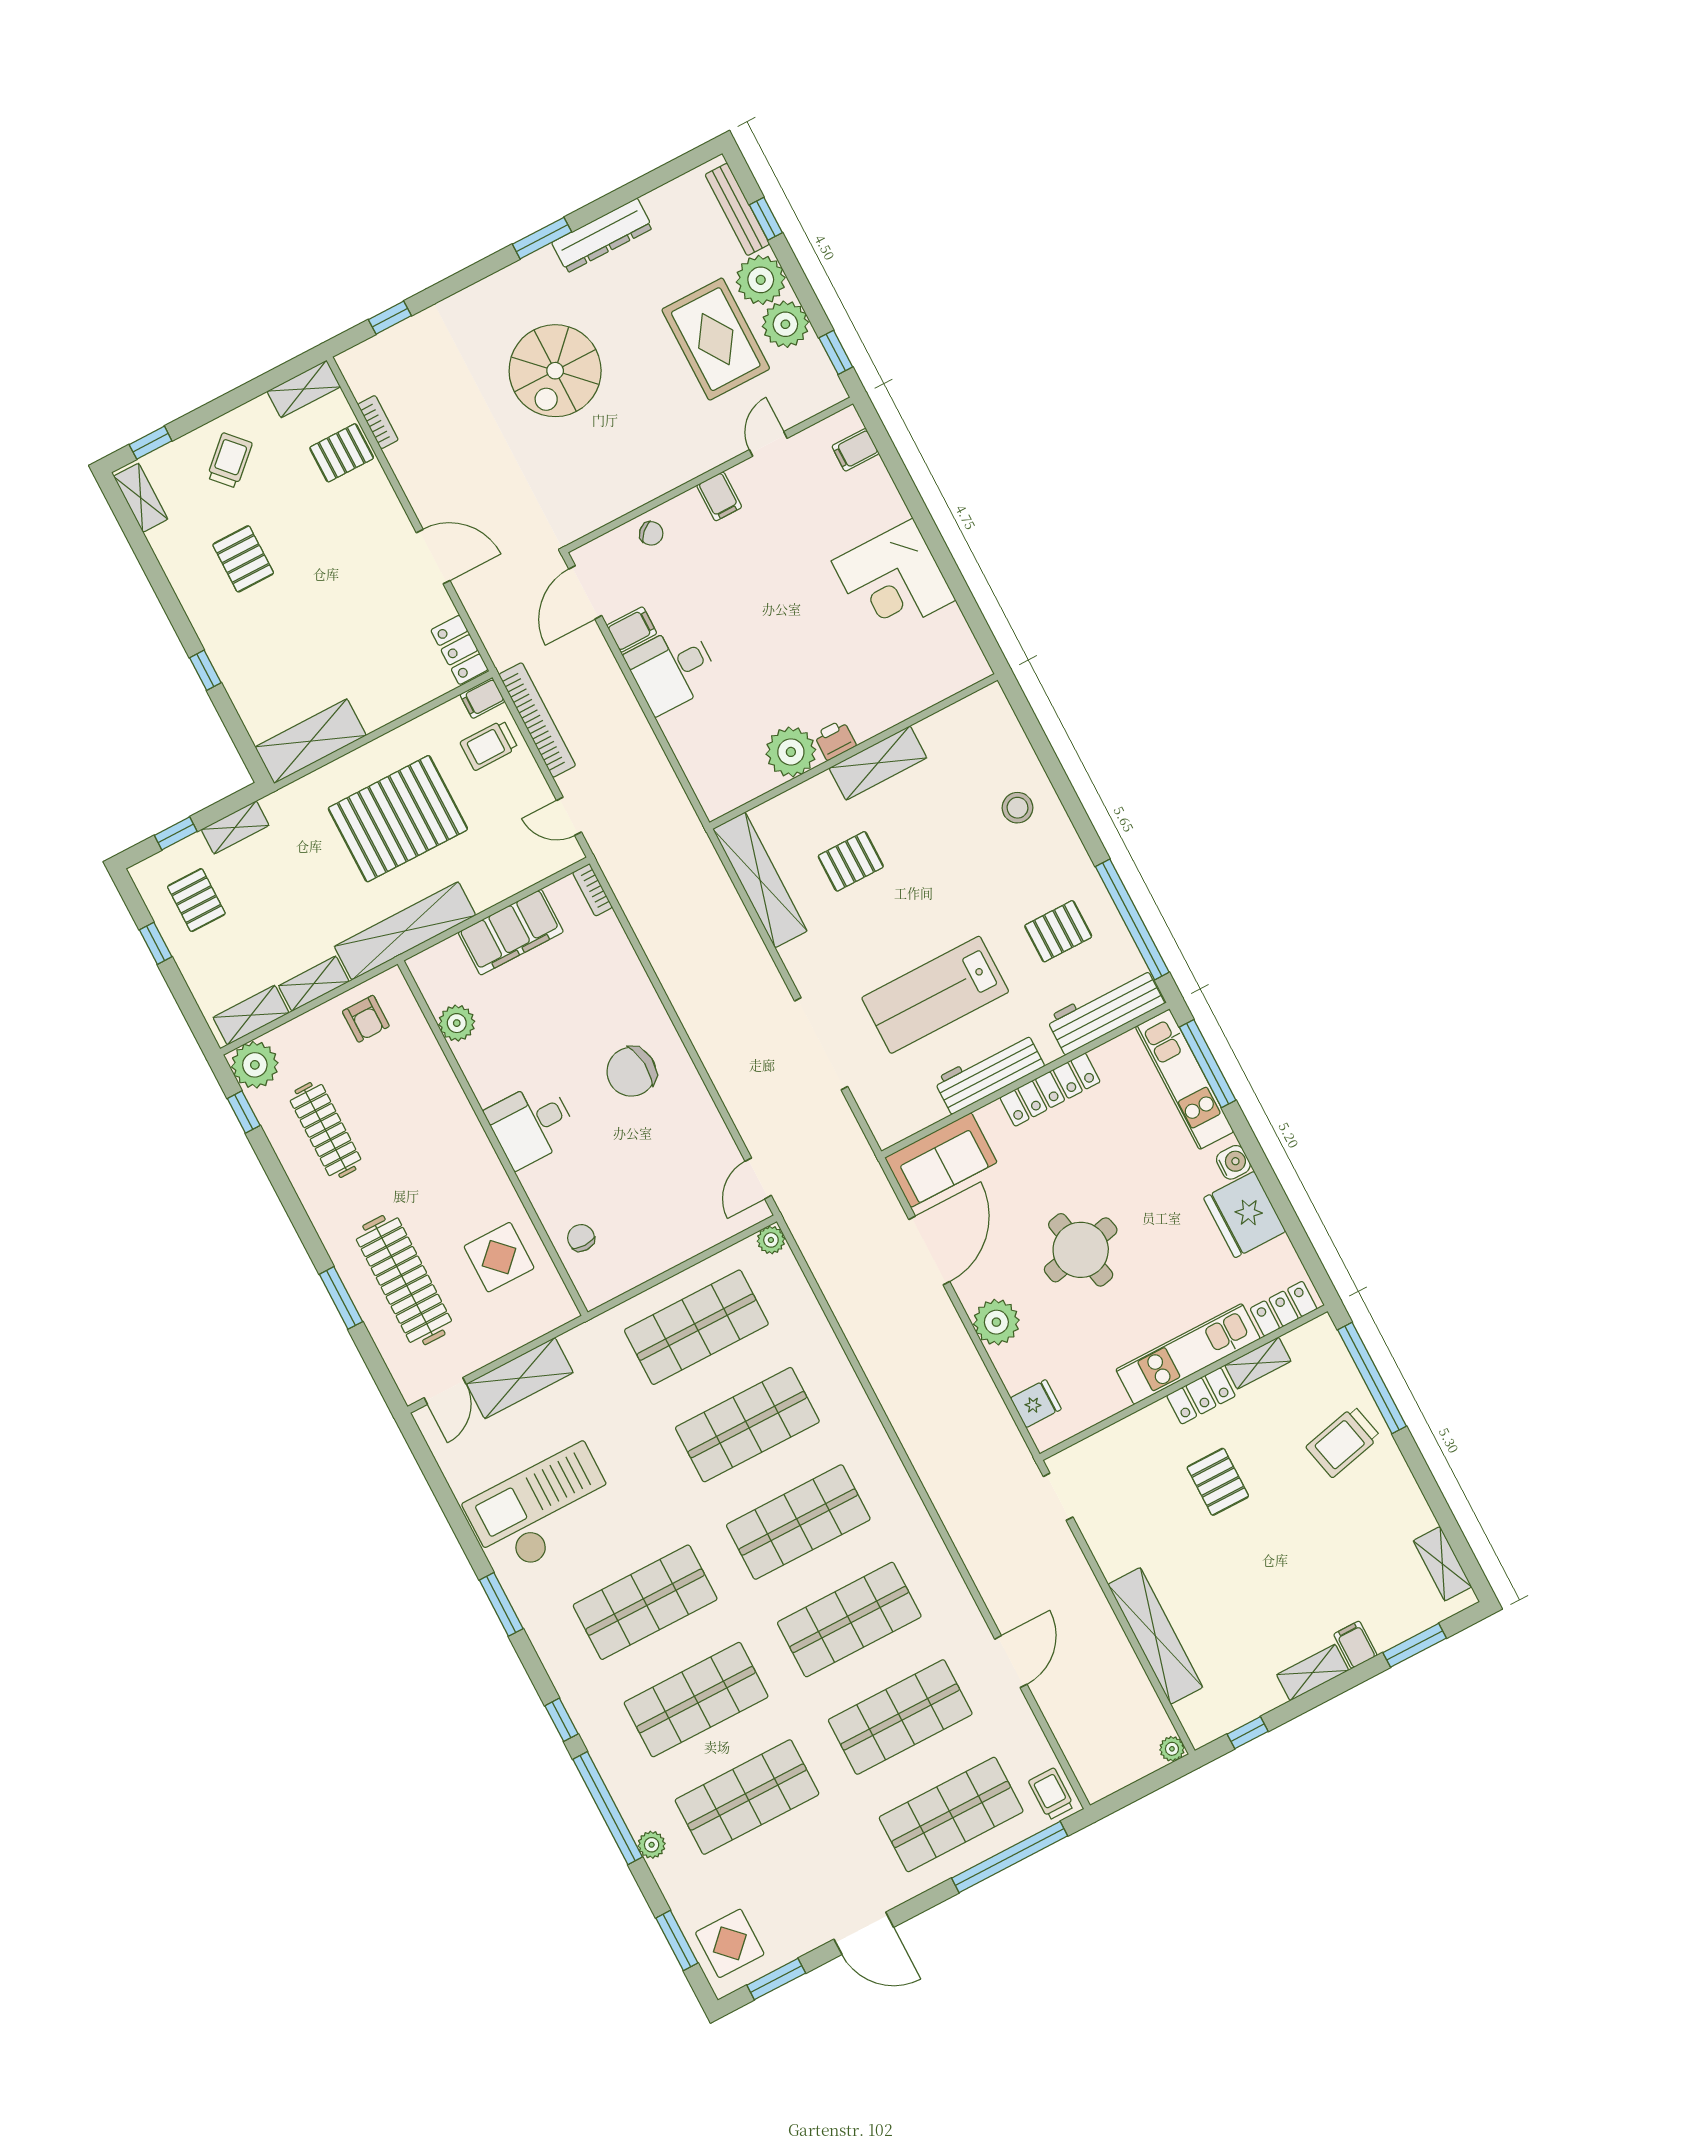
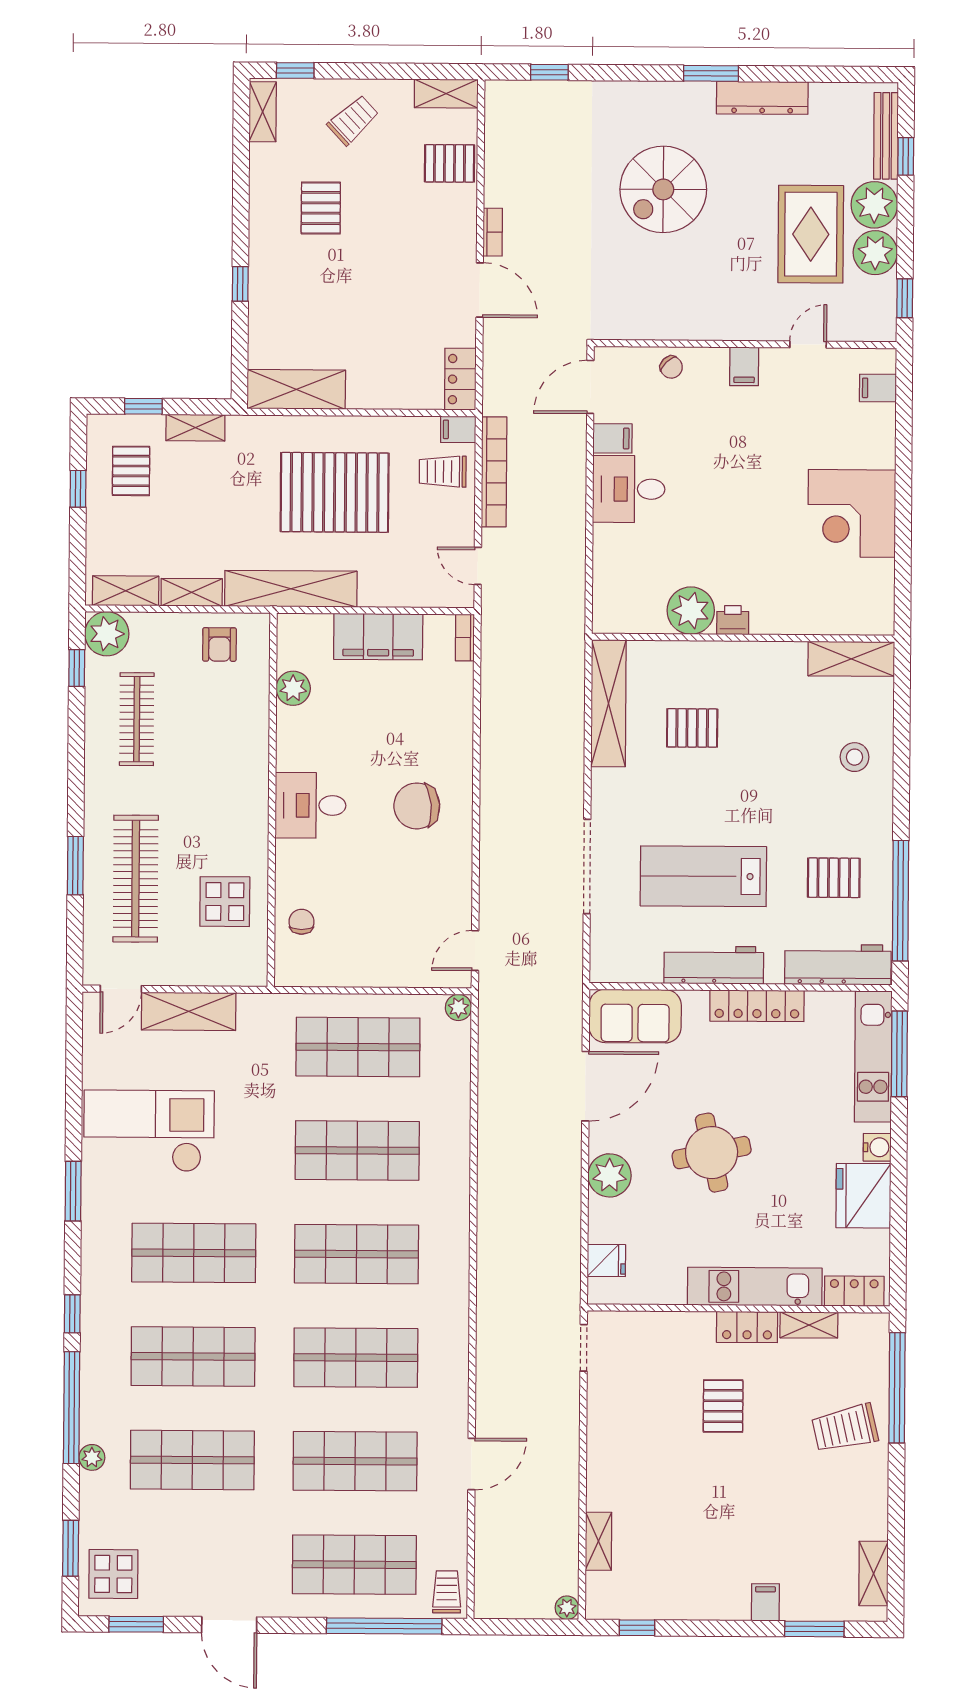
bookcase: (378, 422) -> (493, 232), moved
shelving: (878, 763) -> (851, 659), moved
shelving: (1155, 1636) -> (598, 1541), width x0.45, depth x0.75
shelving: (1313, 1673) -> (718, 1606), removed

